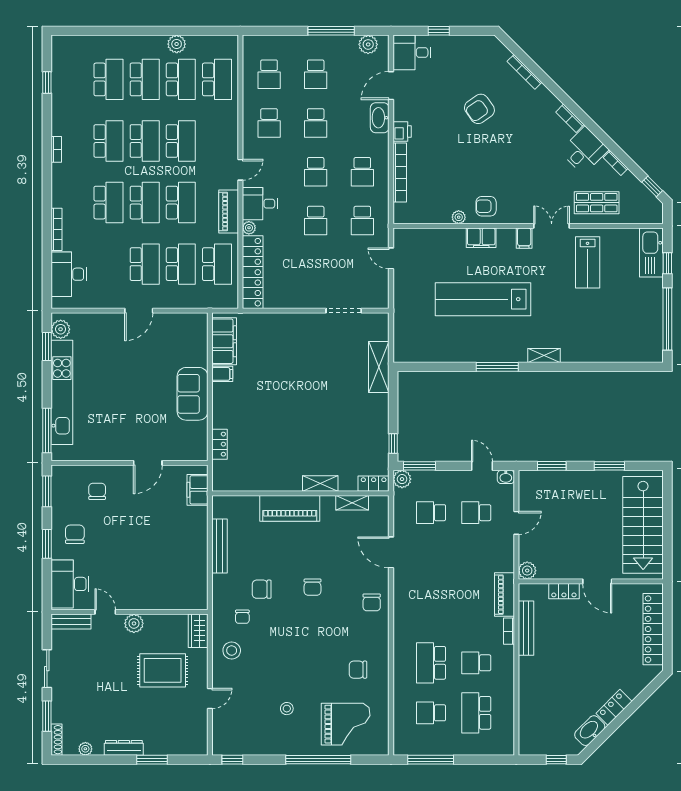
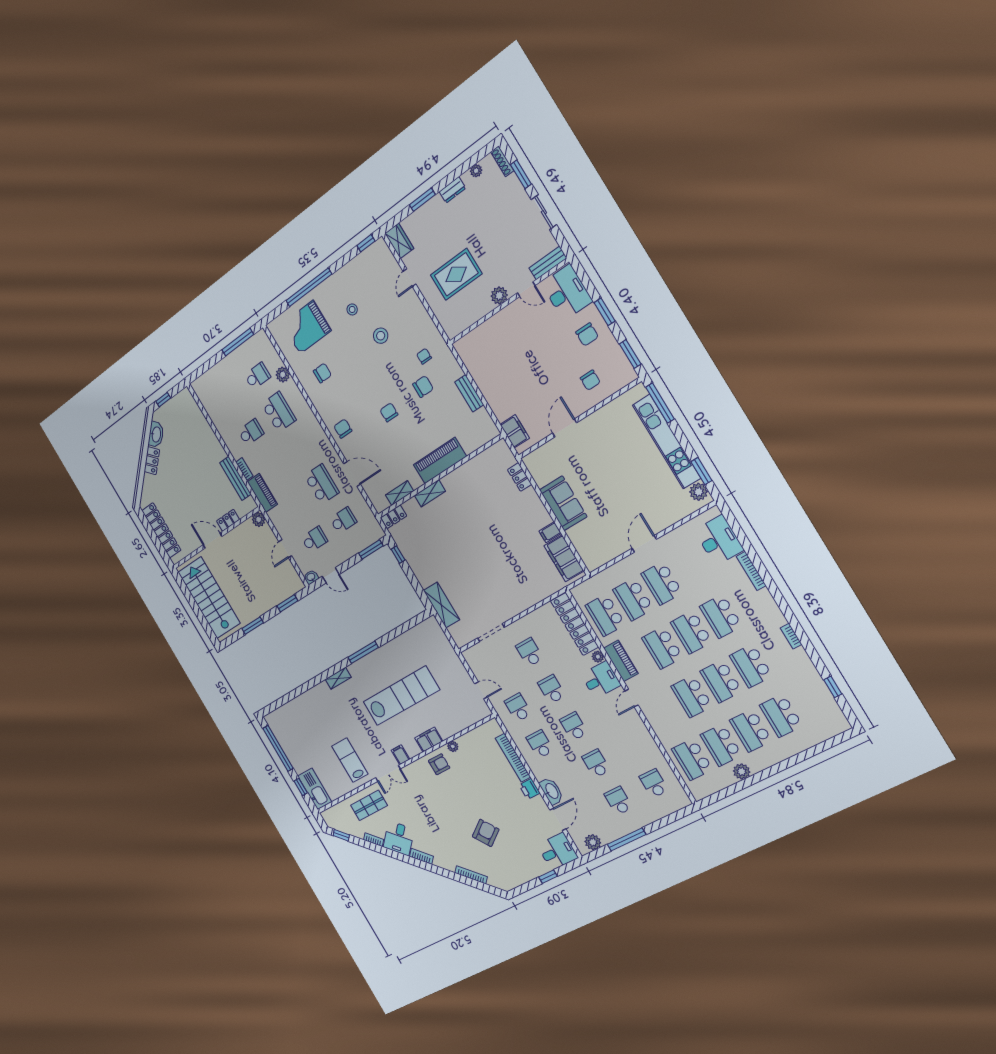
school desk: (269, 123) -> (529, 652), moved
plant: (402, 479) -> (283, 375), moved
bench: (219, 546) -> (469, 393), width x0.73
wardrobe: (198, 631) -> (399, 241), moved
stool: (232, 651) -> (381, 336), moved
school desk: (476, 713) -> (322, 484), moved
dresser: (124, 748) -> (452, 190), width x0.70

